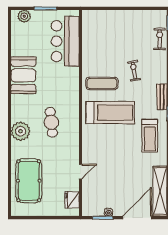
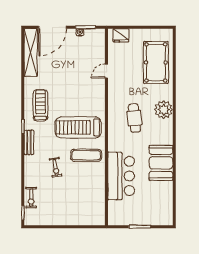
plant: (24, 16) -> (160, 219), removed
bar counter: (65, 41) -> (121, 176), moved
fridge: (72, 200) -> (121, 35), moved, turned 90

